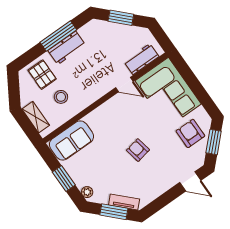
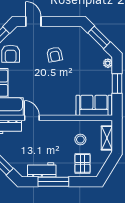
workbench: (67, 48) -> (42, 170), moved
armchair: (138, 150) -> (55, 54), moved
tv unit: (124, 202) -> (88, 39), removed

